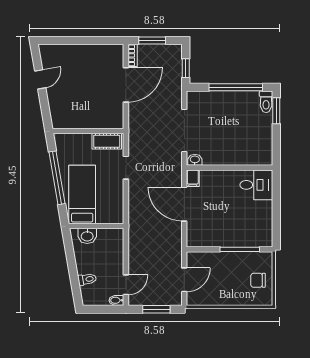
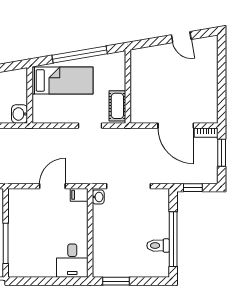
toilet: (266, 102) -> (158, 246), moved
window: (276, 111) -> (116, 281), moved
door: (184, 204) -> (52, 186), width x0.73
washbasin: (87, 236) -> (20, 114), moved

